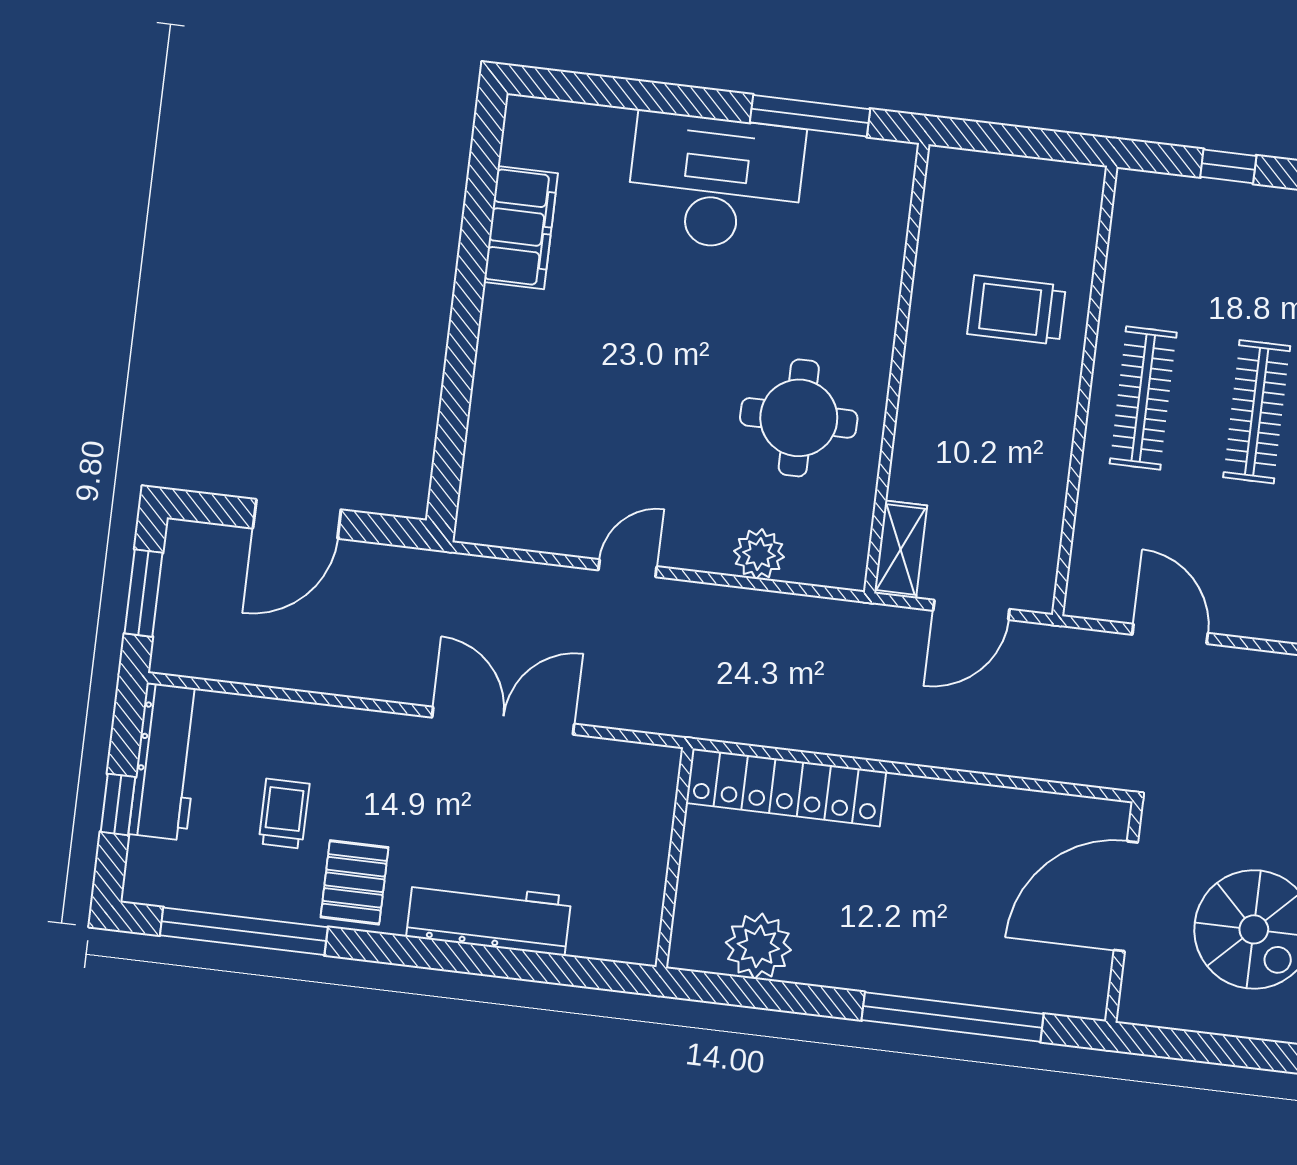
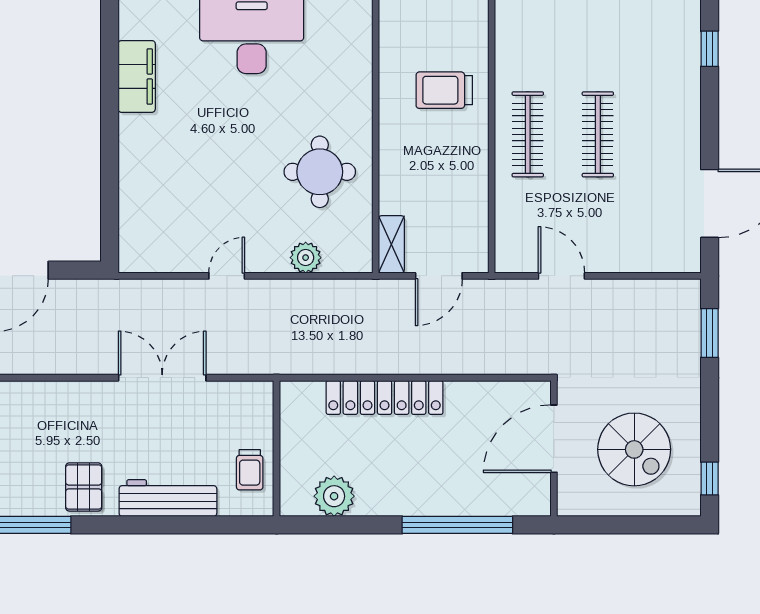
locker: (786, 787) -> (385, 397), moved
trolley: (284, 814) -> (250, 470), moved, turned 180

